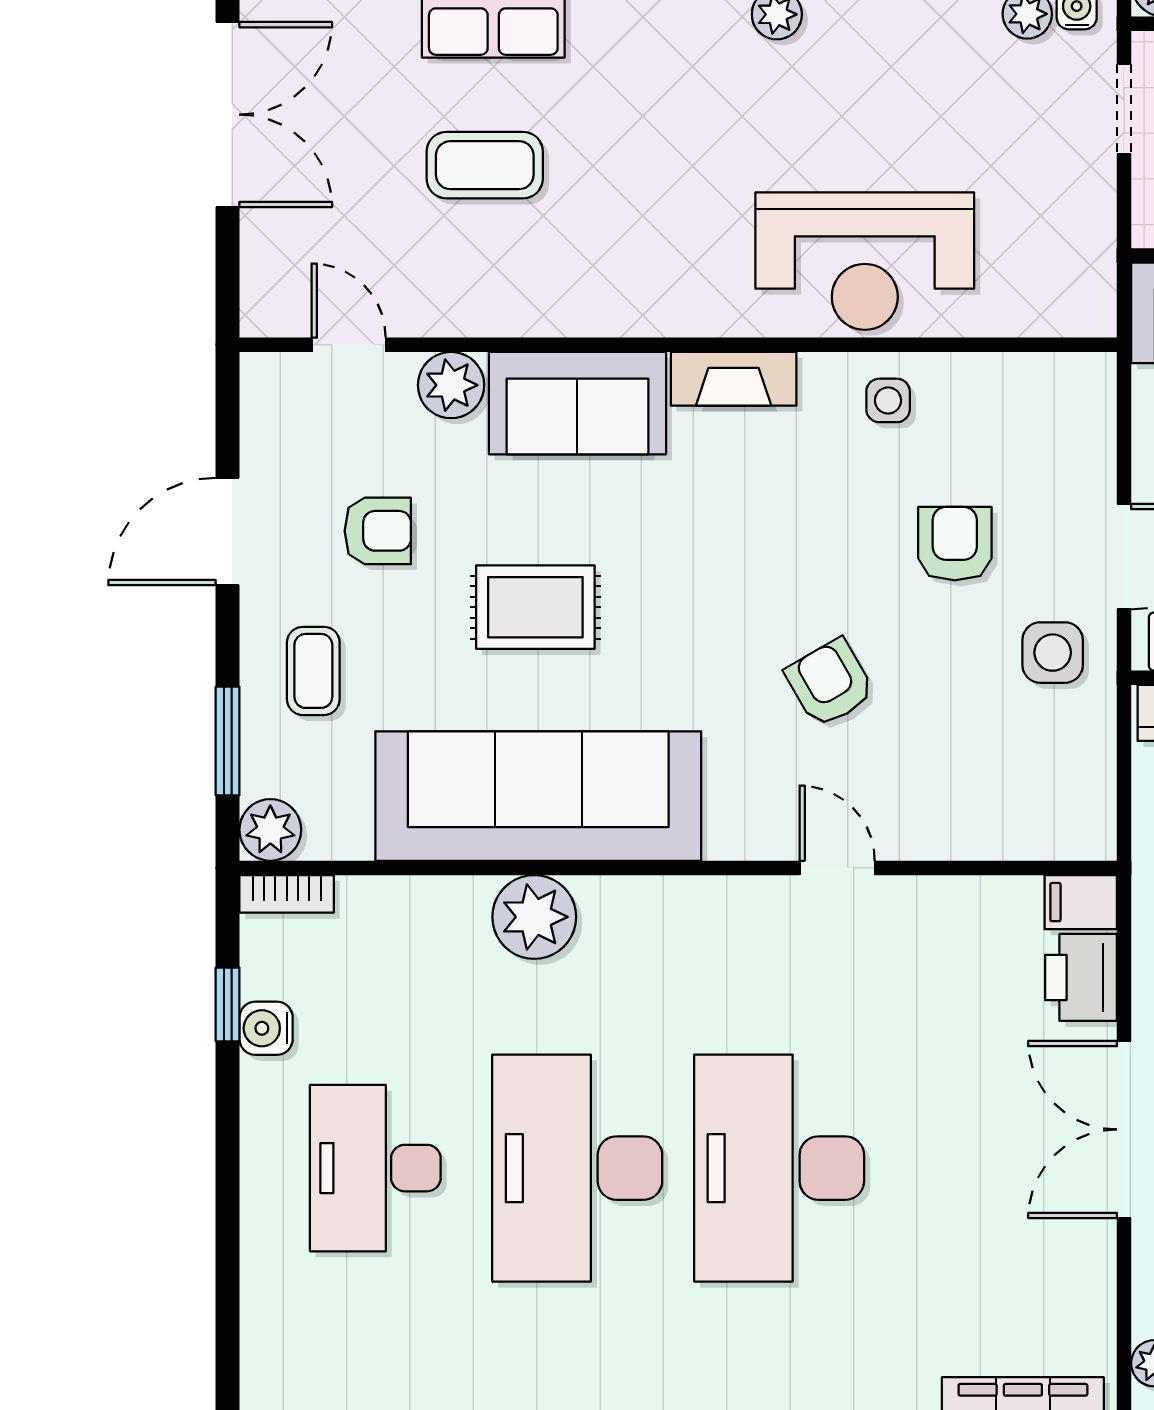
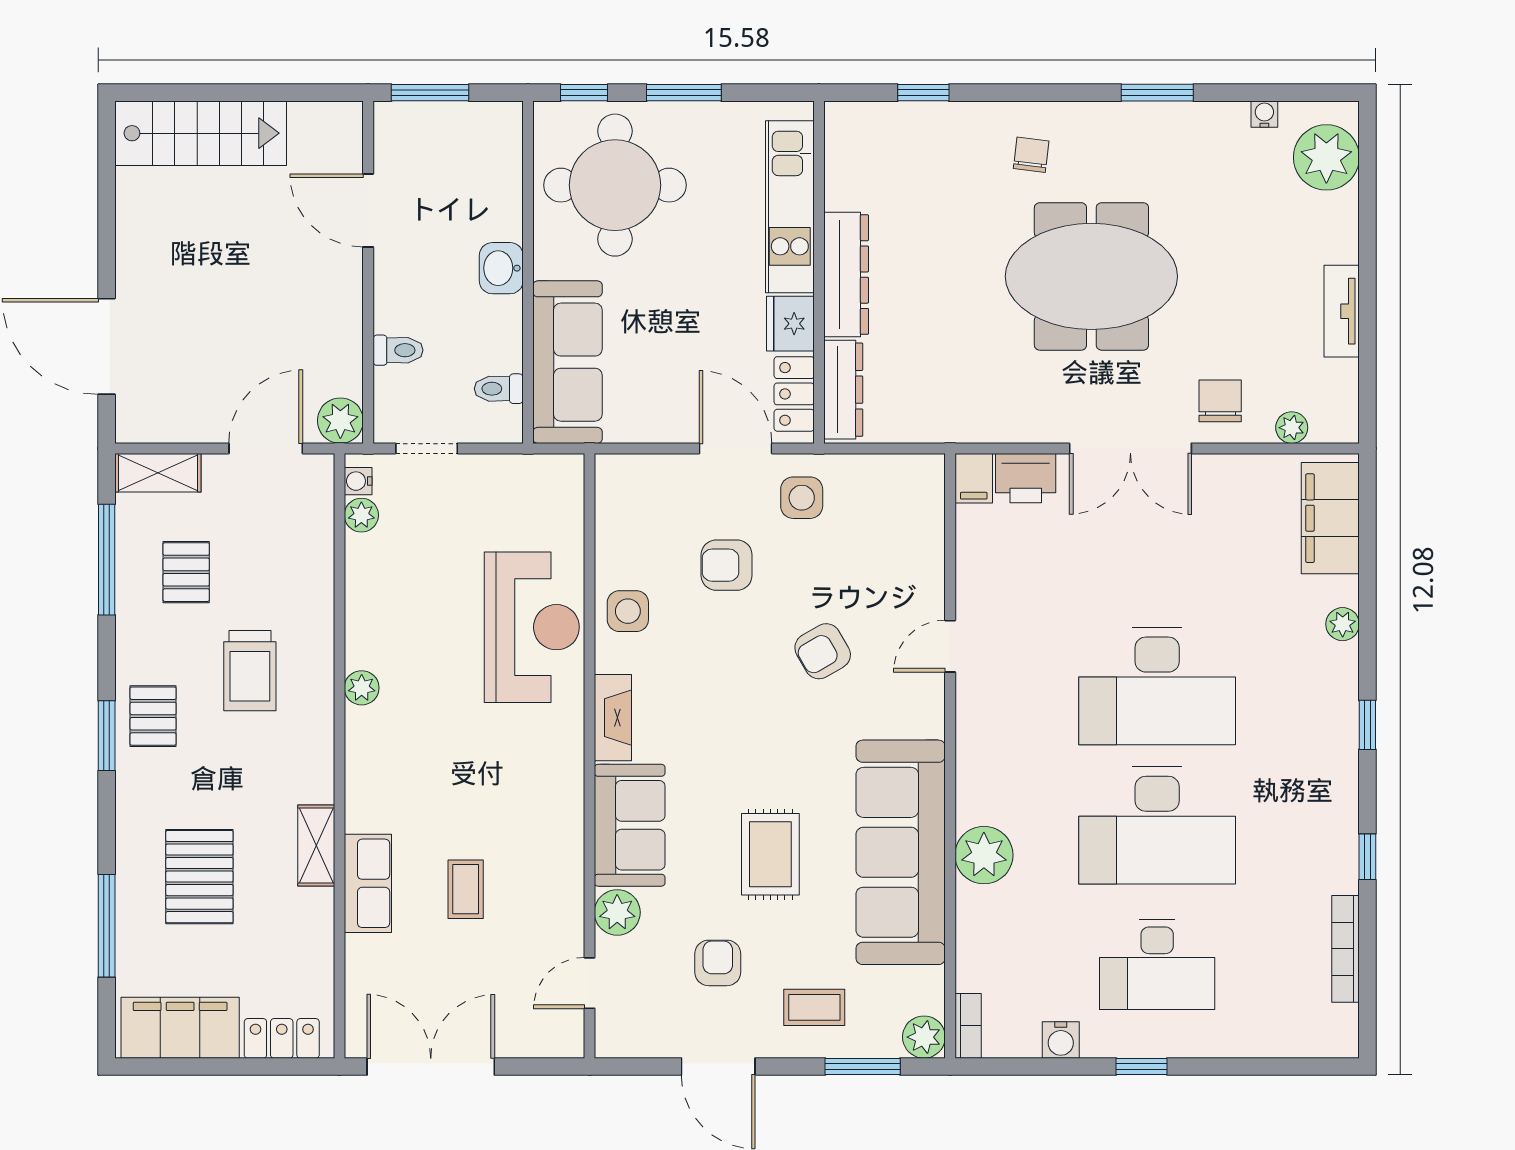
coffee table: (485, 165) -> (466, 889), width x0.73, depth x0.77
side table: (888, 400) -> (628, 611), width x1.37, depth x1.37
window: (228, 1004) -> (1142, 1066), moved

